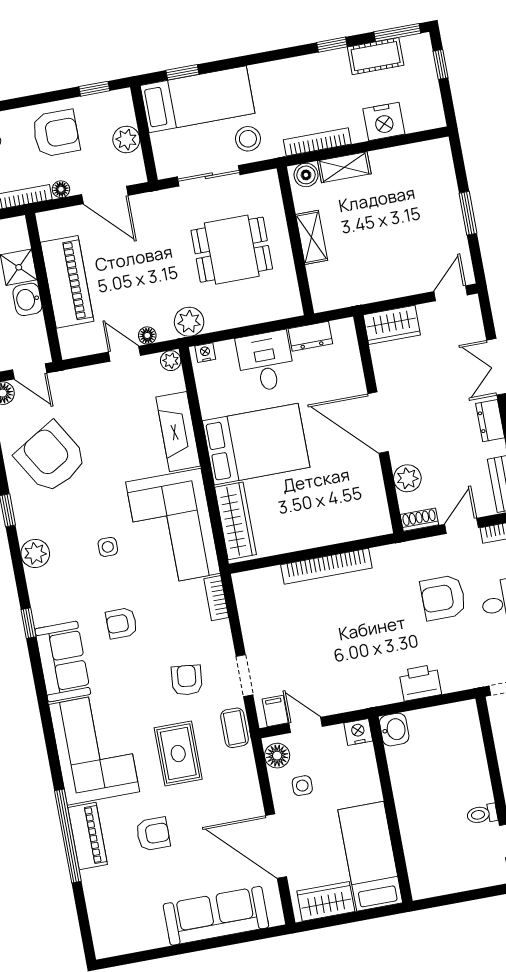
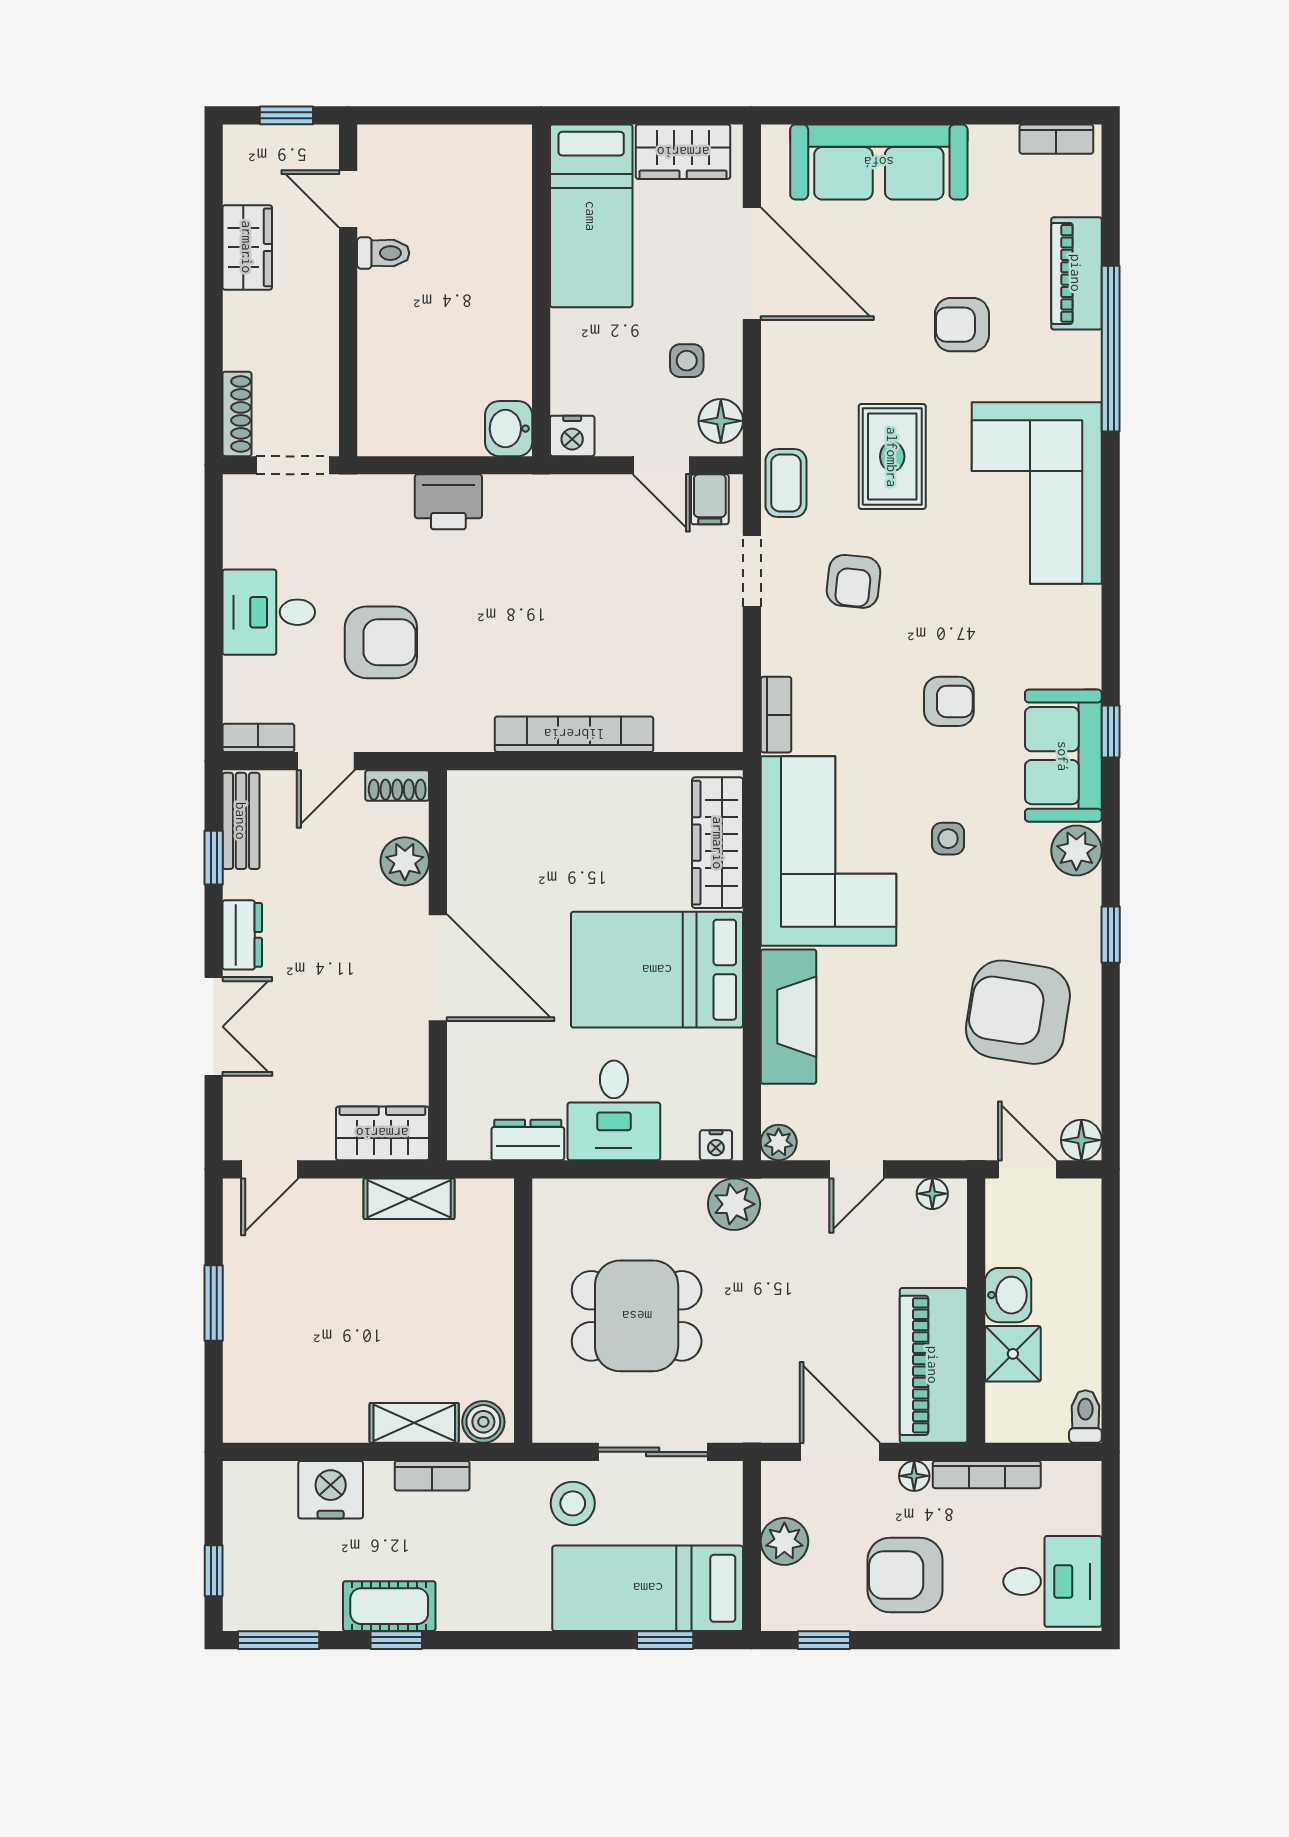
cot: (376, 56) -> (389, 1606), moved
bookcase: (317, 142) -> (432, 1476), width x0.64
shelving: (312, 237) -> (409, 1199), moved, turned 90
piano: (67, 282) -> (933, 1365), moved
floor lamp: (147, 335) -> (932, 1194), moved
door: (124, 354) -> (857, 1169), hinge flipped
armchair: (51, 458) -> (1018, 1012), turned 130
sofa: (63, 662) -> (1063, 756), moved
piano: (88, 836) -> (1076, 273), moved
bookcase: (120, 947) -> (1056, 139), added

